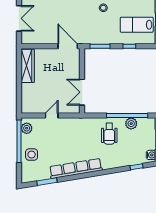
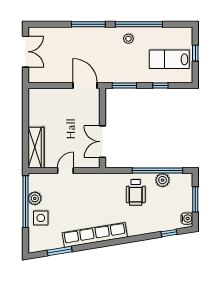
wardrobe: (28, 66) -> (36, 147), moved
plant: (27, 128) -> (35, 198), moved

